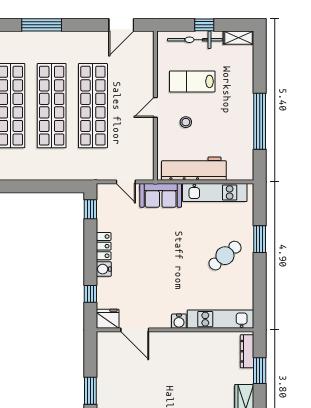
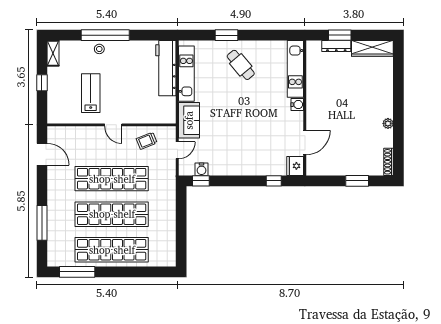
bicycle: (195, 40) -> (55, 91), removed
lab bench: (192, 81) -> (91, 93), turned 180
window: (260, 121) -> (105, 35), moved
stool: (186, 122) -> (99, 49), moved
trolley: (137, 146) -> (147, 141), added
workbench: (194, 169) -> (166, 68), moved
locker: (104, 246) -> (233, 169), removed
water cooler: (104, 269) -> (201, 169), moved
dresser: (247, 351) -> (336, 46), moved

